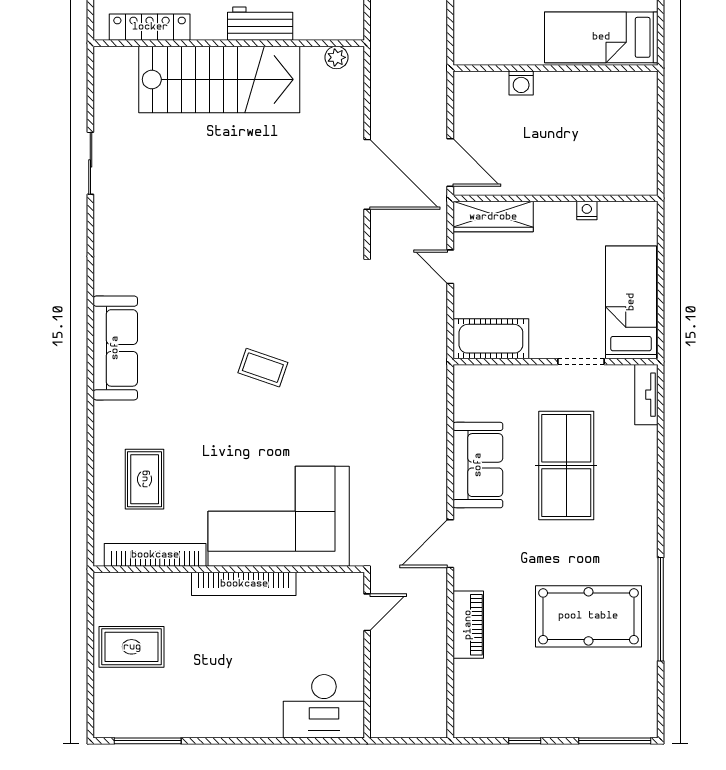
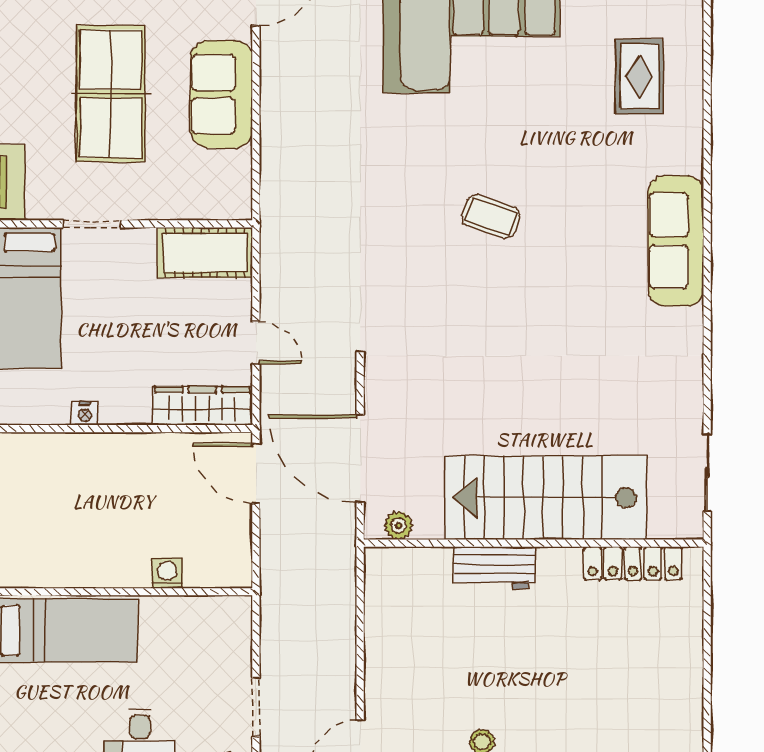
workbench: (260, 24) -> (494, 568), moved
locker: (150, 27) -> (633, 563), moved
wall: (229, 43) -> (534, 543), moved
plant: (336, 57) -> (399, 525), moved
stairs: (219, 79) -> (546, 498), moved

